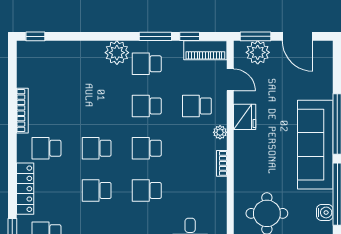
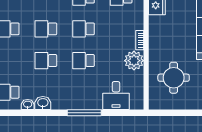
plant: (220, 132) -> (134, 61), moved, width x1.88, depth x1.88

